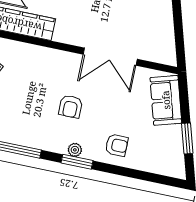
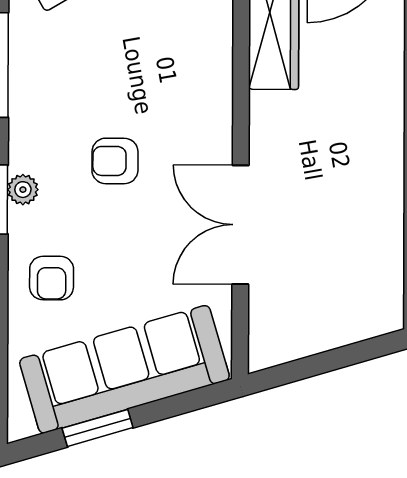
sofa: (166, 100) -> (124, 369), width x1.85, depth x1.27

